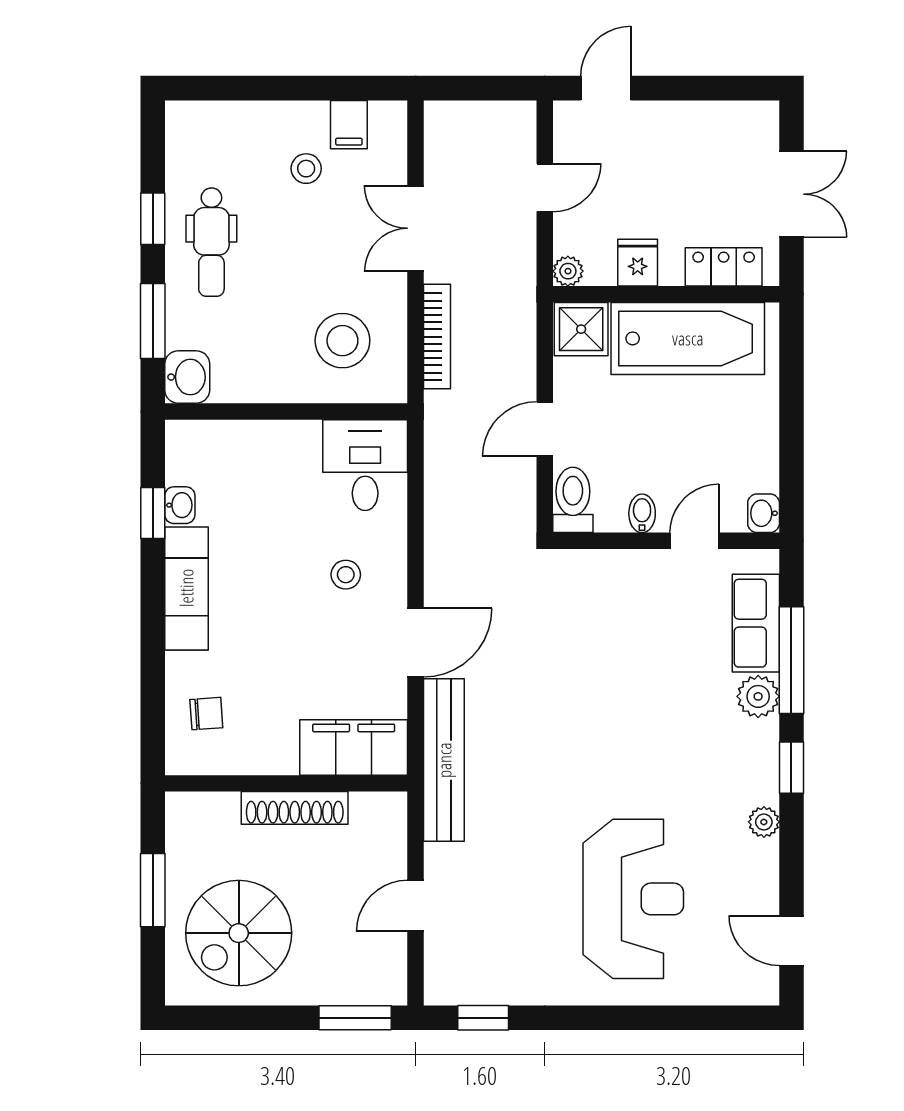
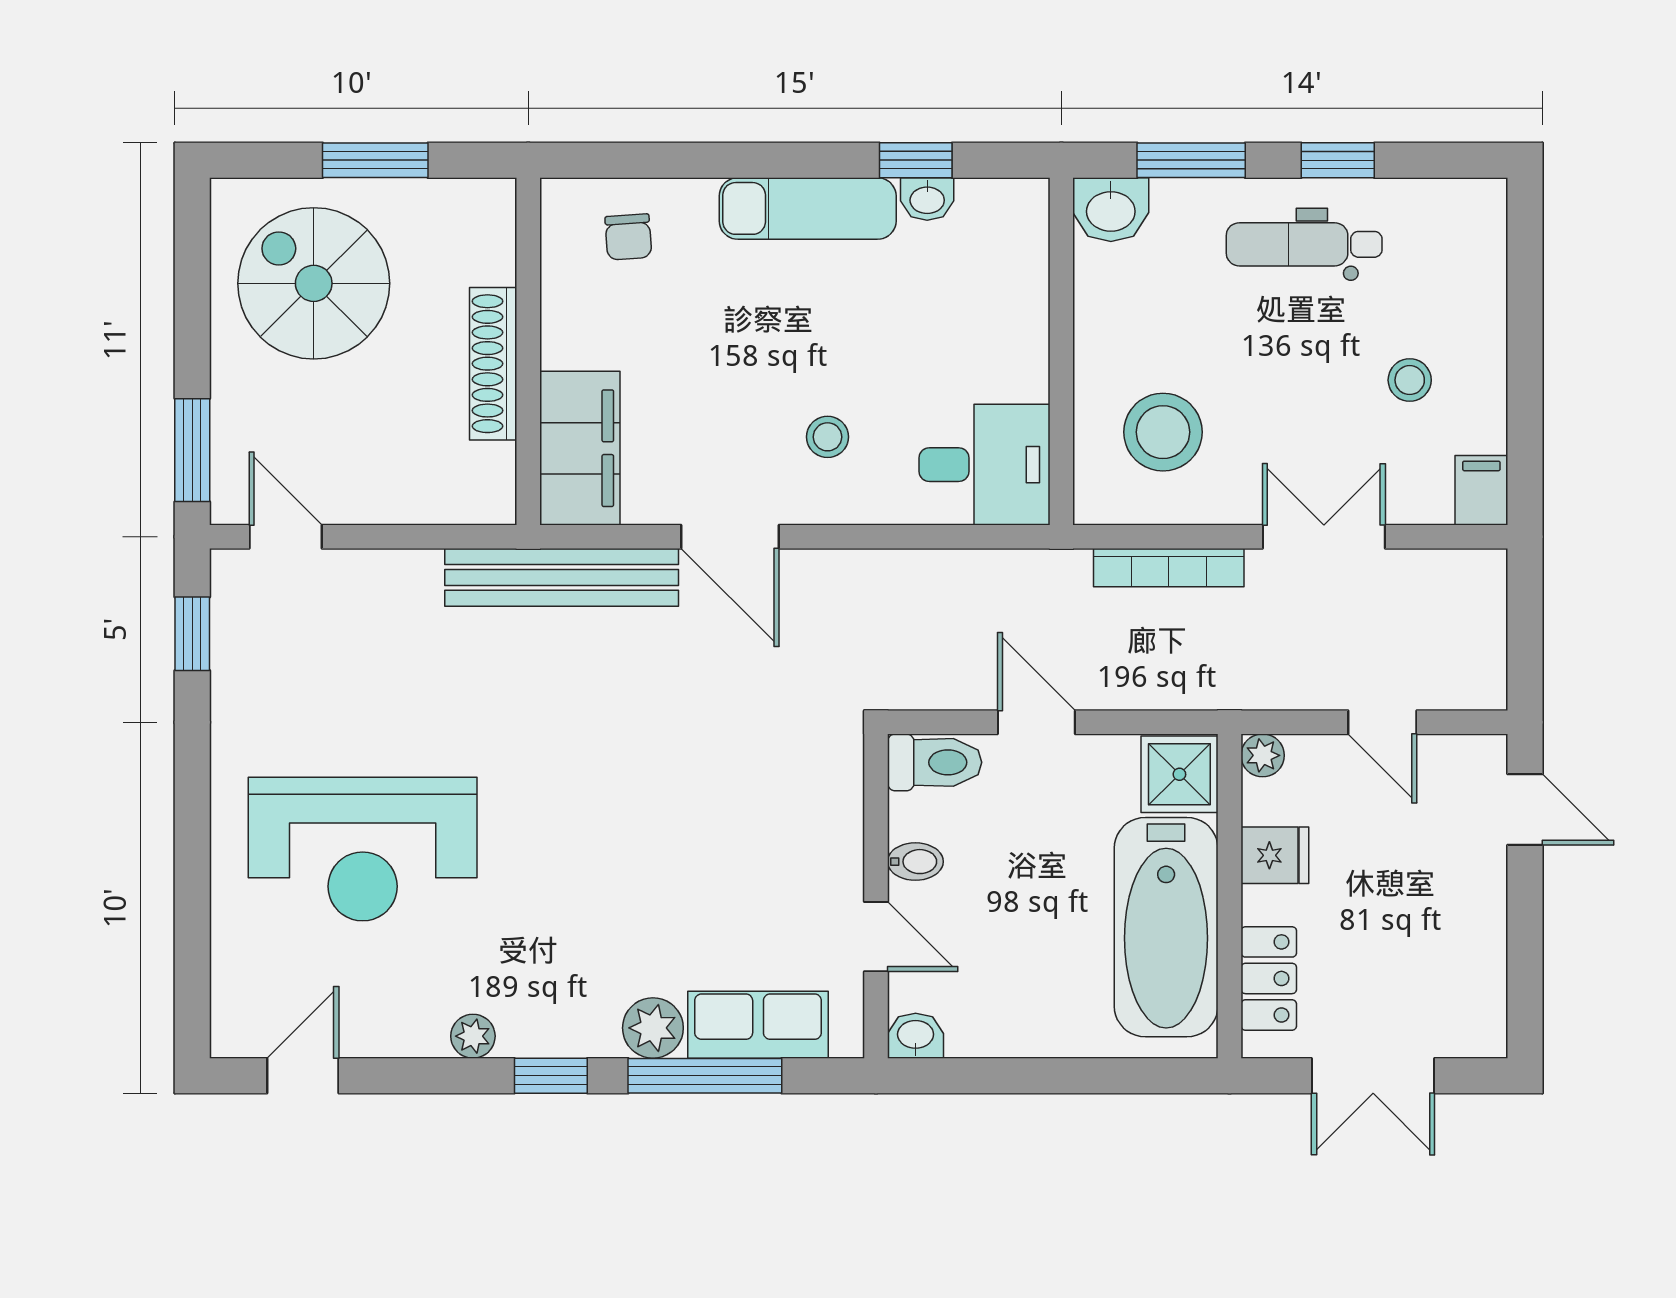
filing cabinet: (349, 125) -> (1481, 490), moved, turned 90
door: (415, 906) -> (286, 537), moved

